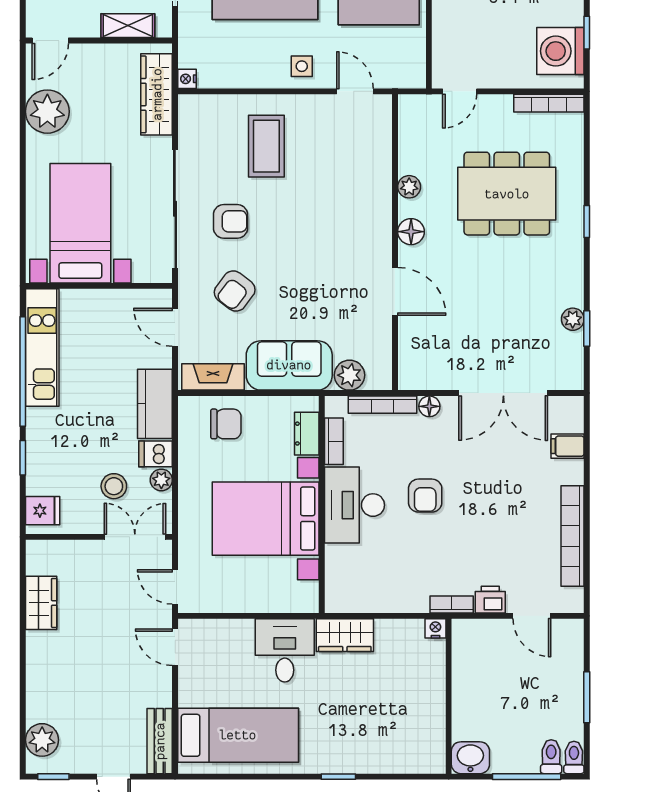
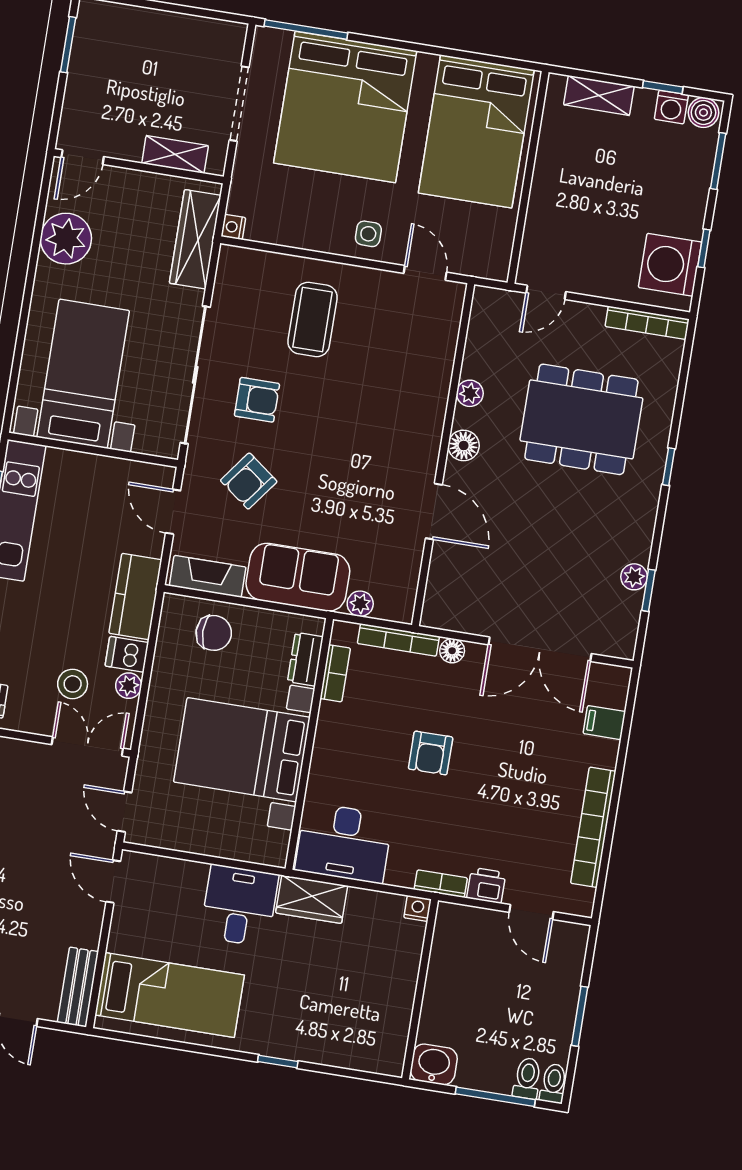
plant: (350, 375) -> (360, 604), width x0.73, depth x0.73
desk: (354, 505) -> (344, 843), moved, turned -90

